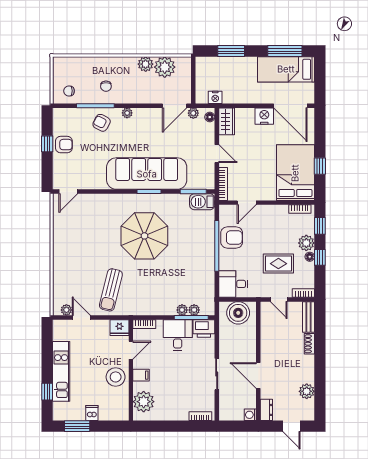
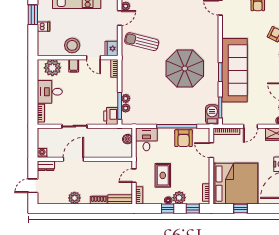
bed: (295, 173) -> (235, 184), width x1.36
boiler: (238, 313) -> (128, 139), width x0.54, depth x0.54
desk: (178, 335) -> (50, 92), moved, turned 180
plant: (307, 391) -> (74, 198), moved

